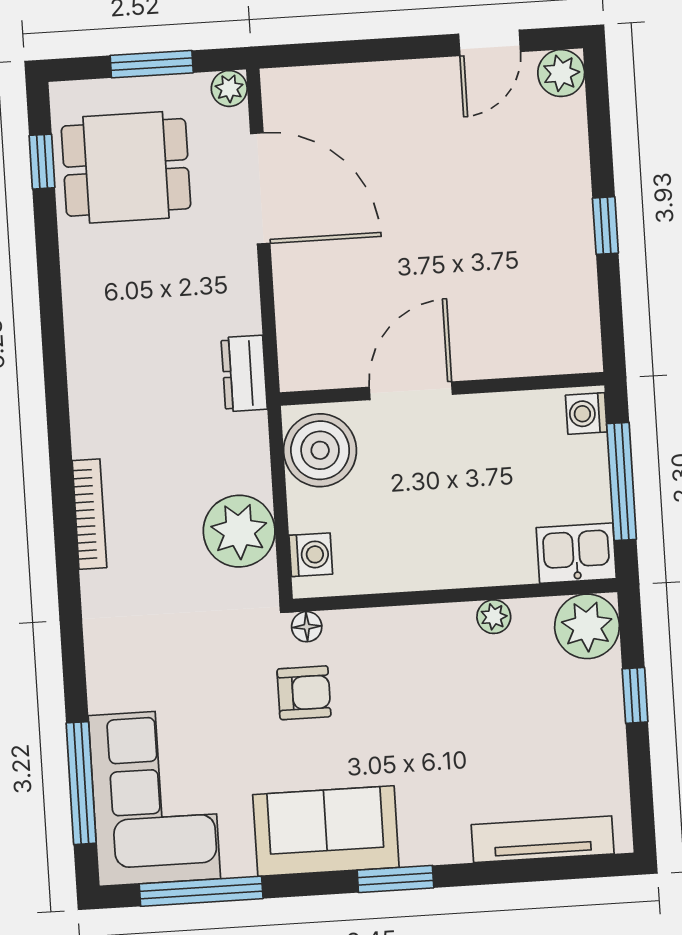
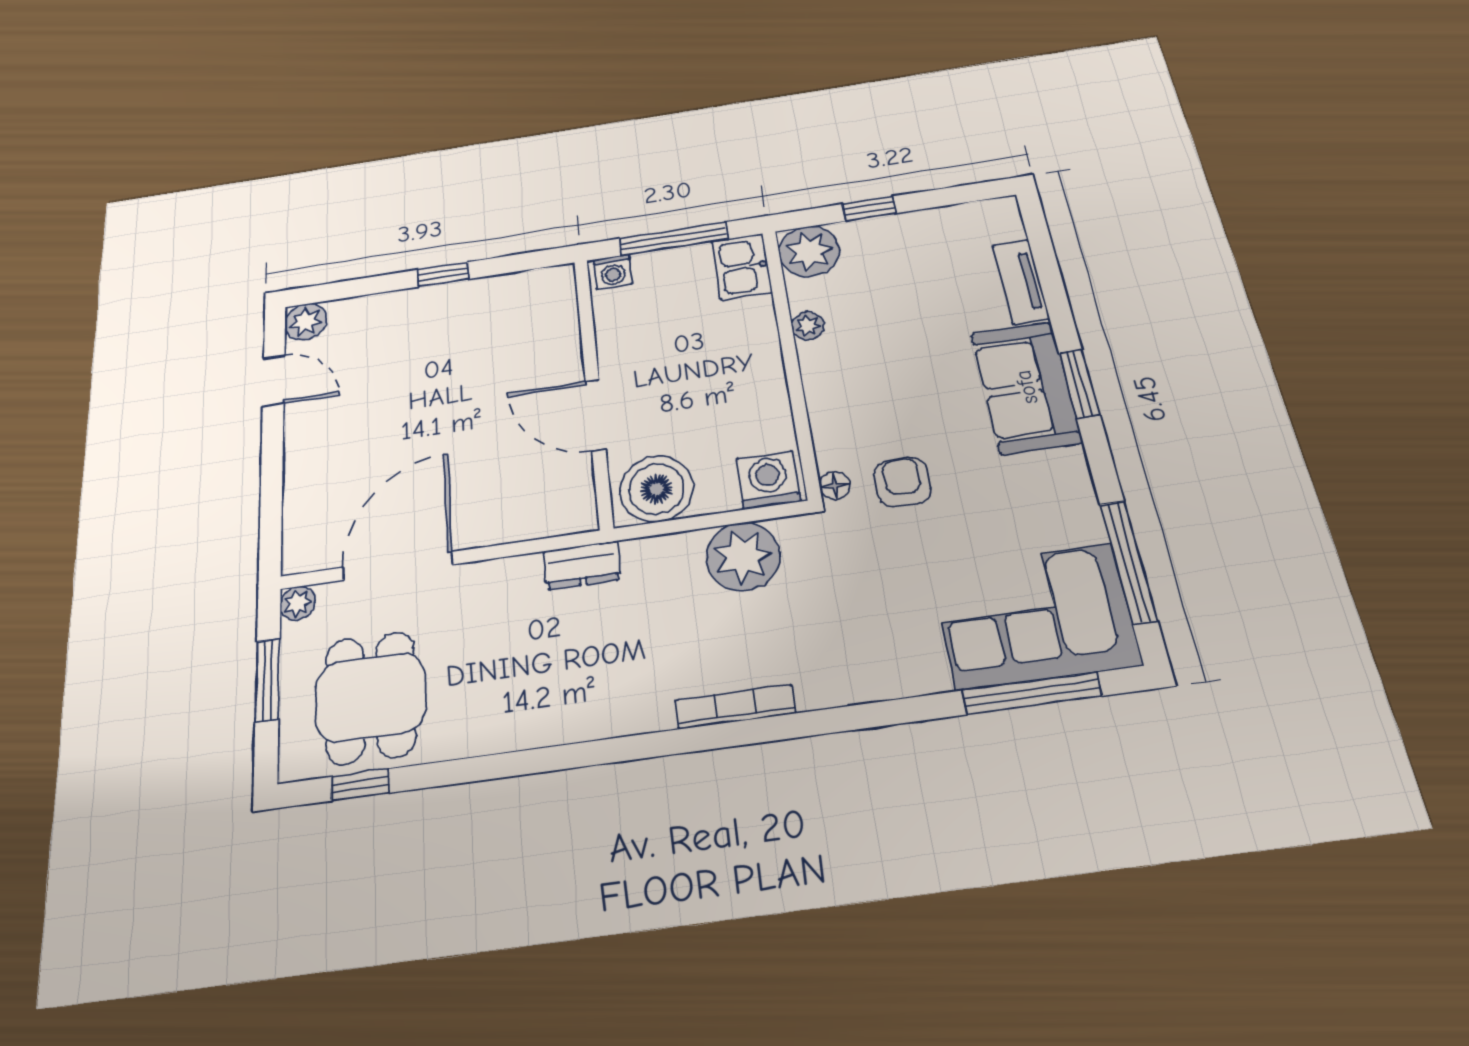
washing machine: (311, 555) -> (768, 480), width x1.38, depth x1.38
sofa: (326, 831) -> (1026, 387), moved
tv unit: (543, 839) -> (1021, 282), width x0.71

